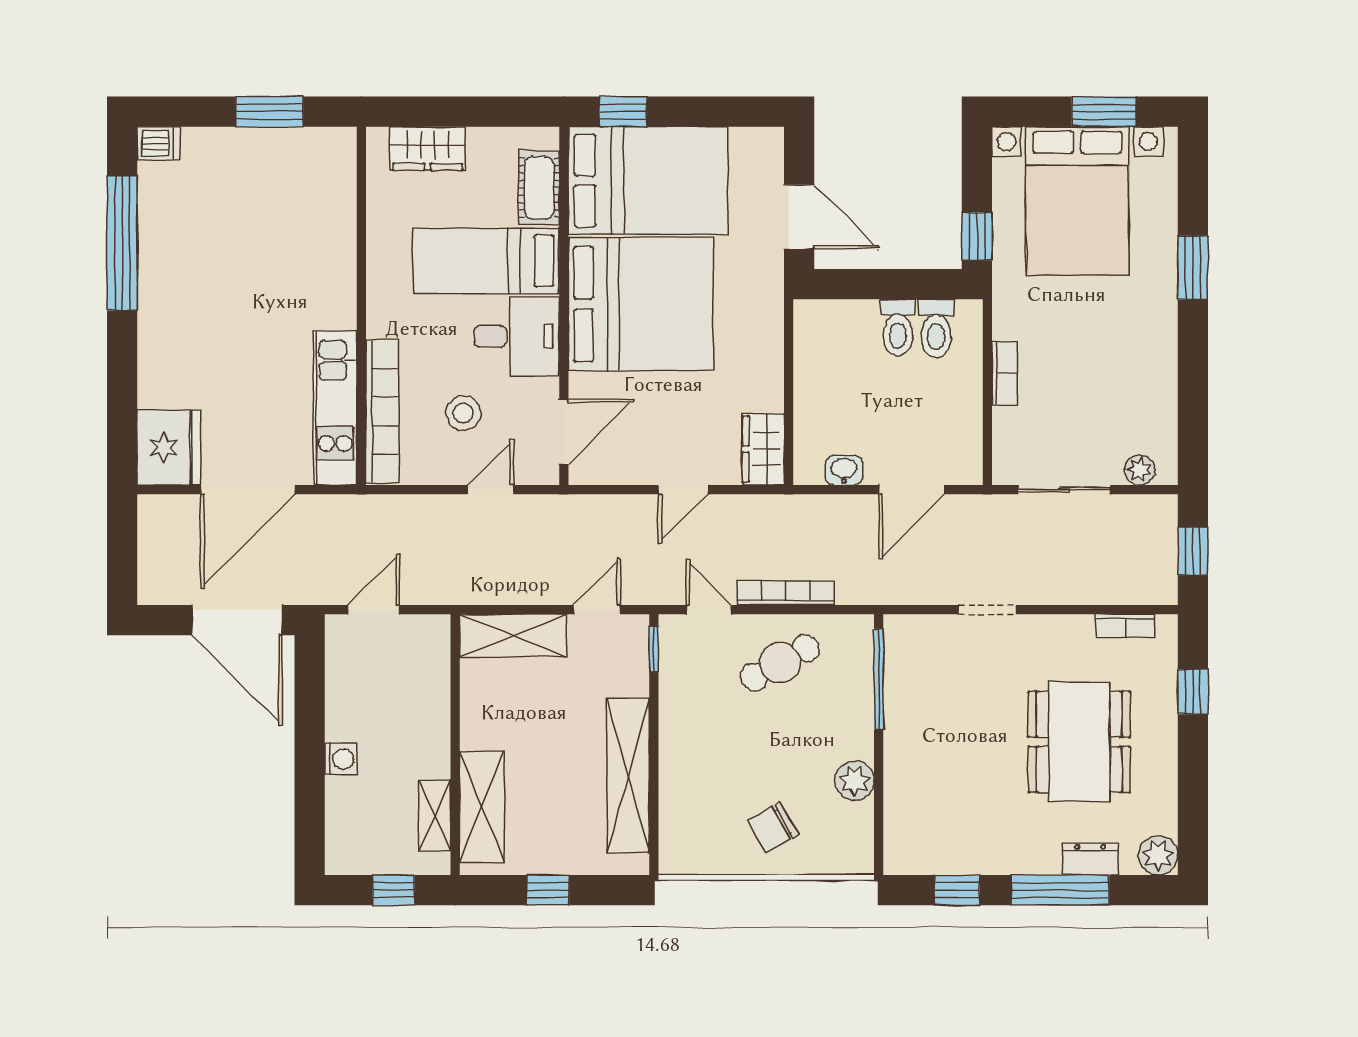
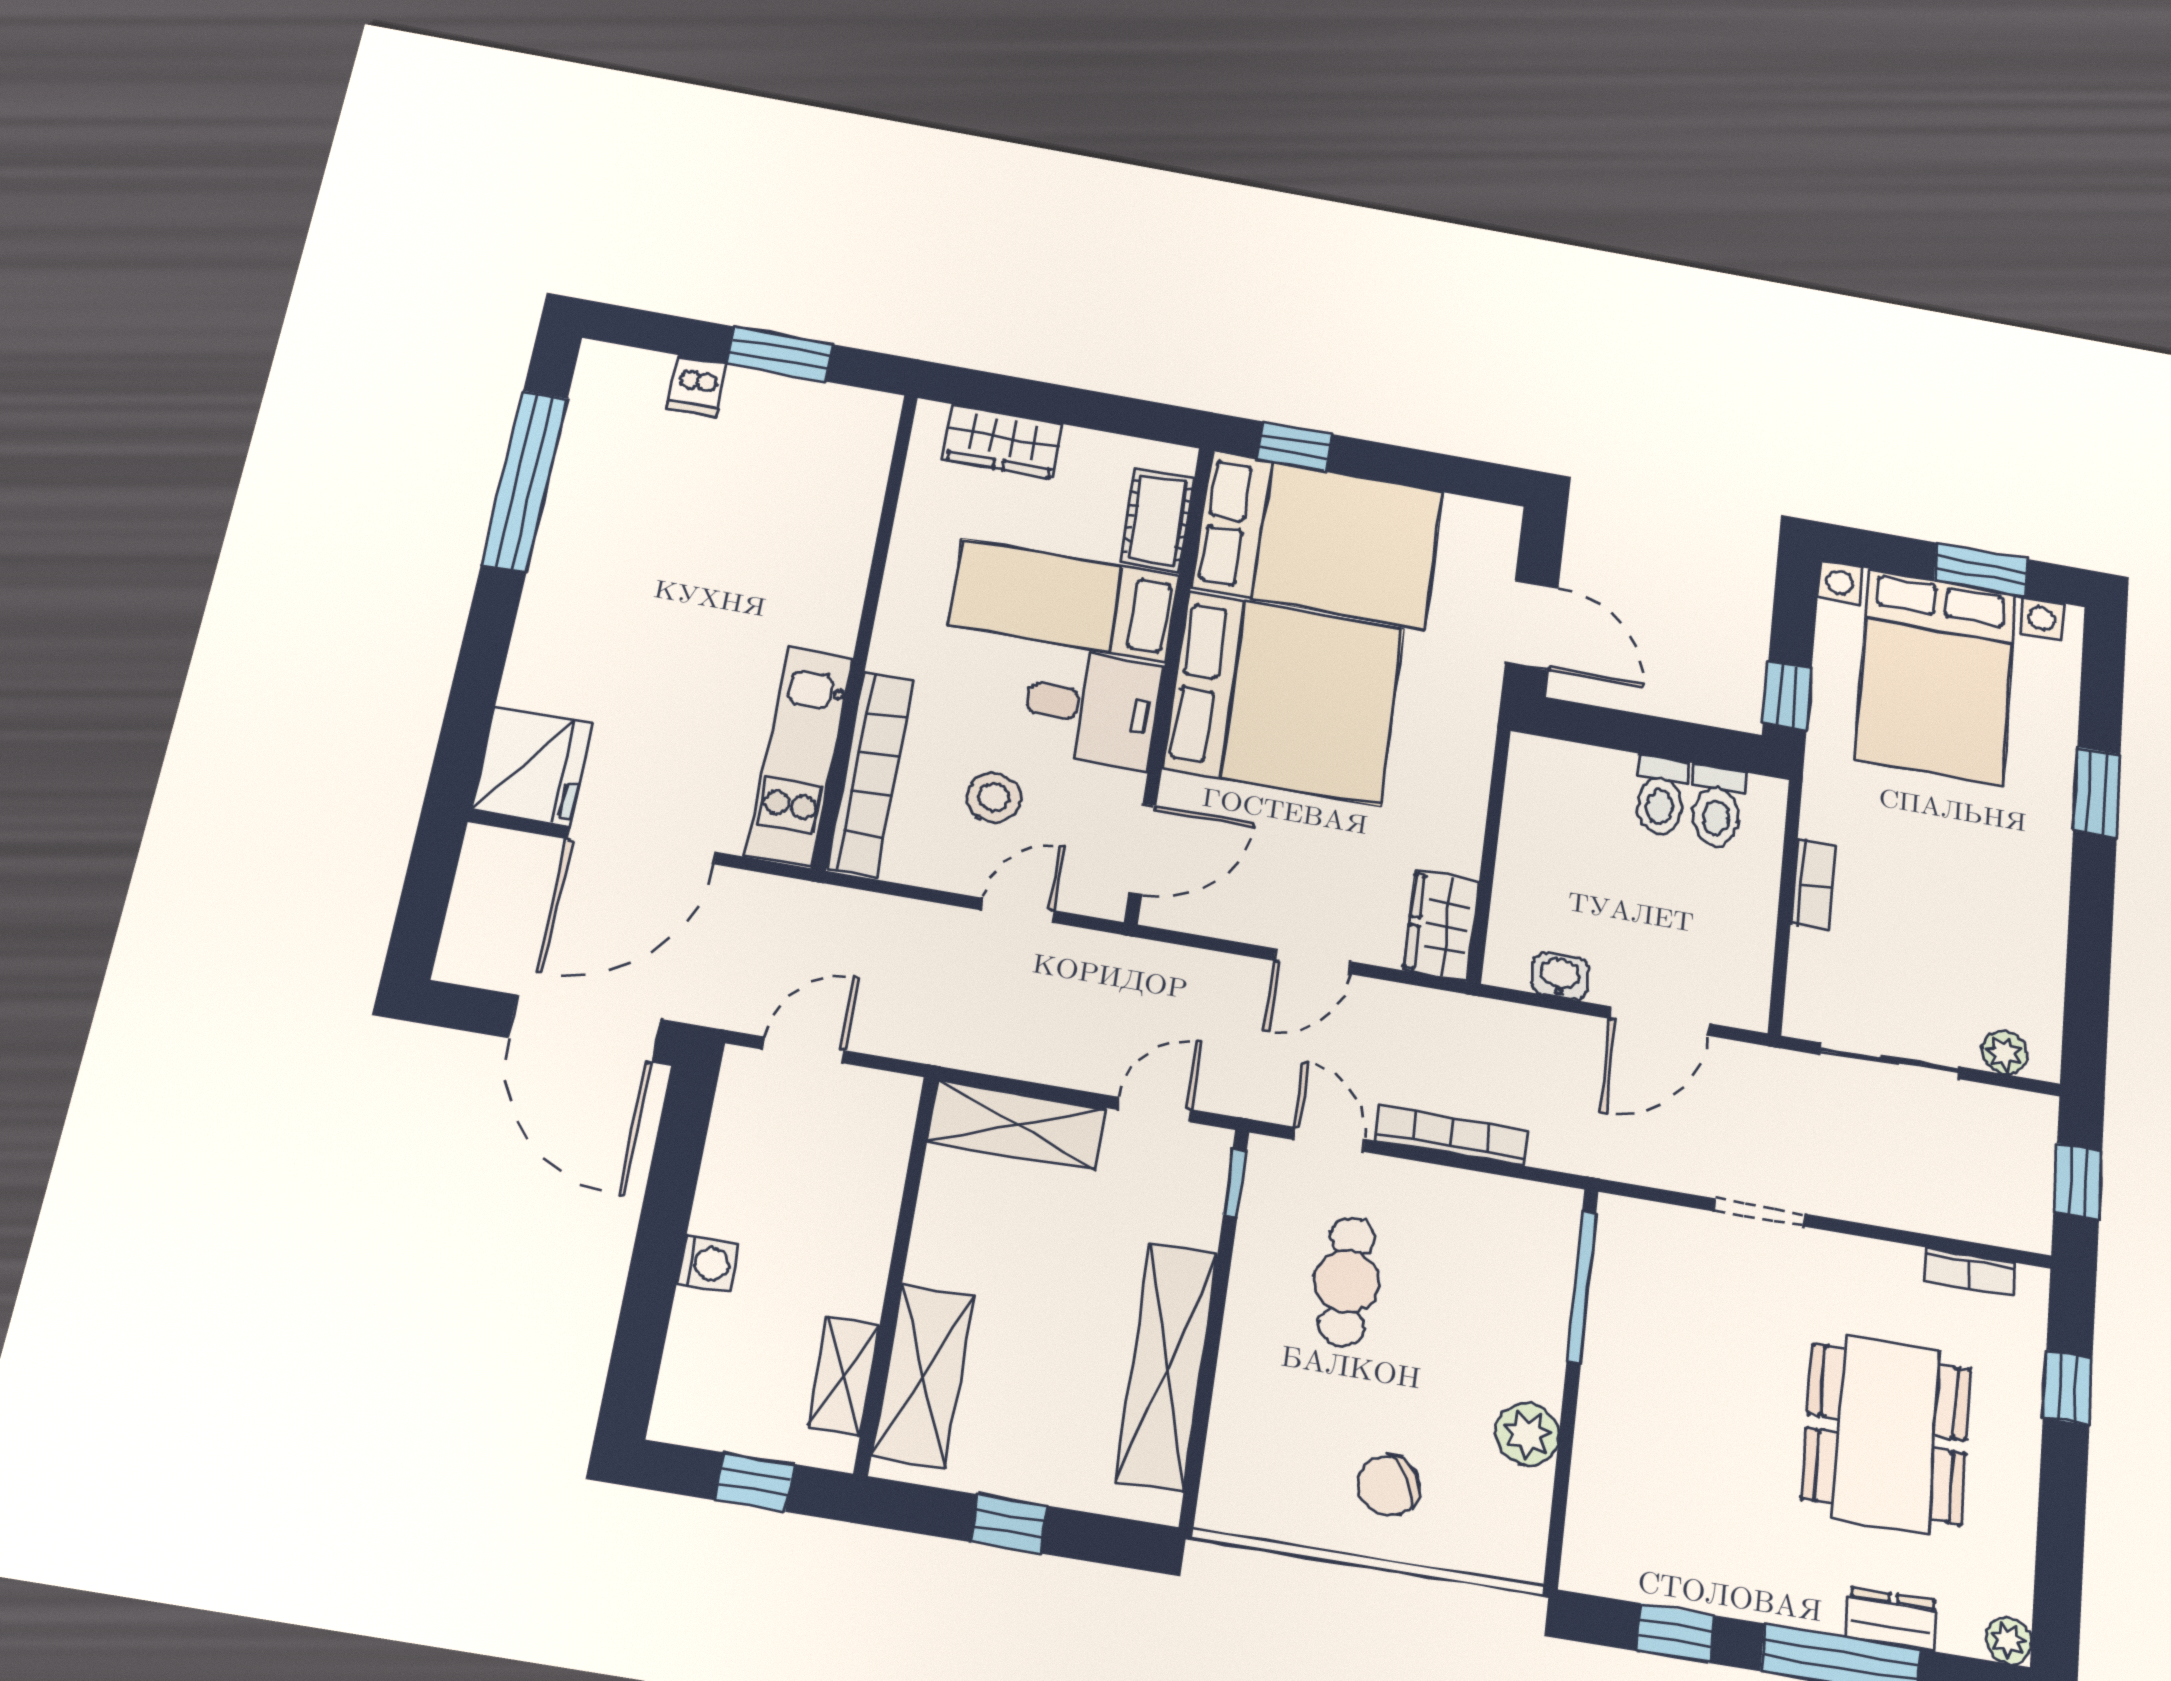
dishwasher: (158, 143) -> (697, 386), moved, turned 90
cafe table: (780, 663) -> (1347, 1282), moved, turned -61
plant: (1158, 855) -> (2008, 1641), width x0.73, depth x0.73

